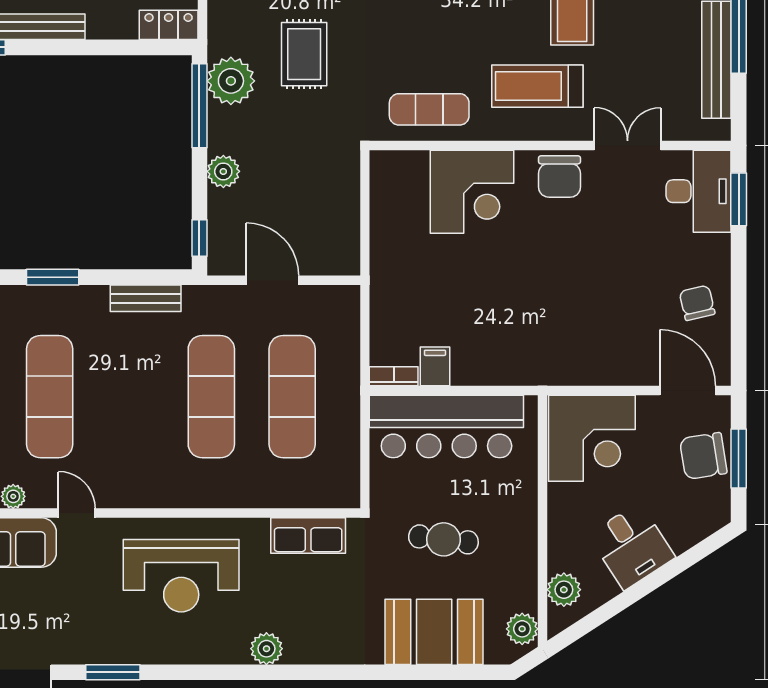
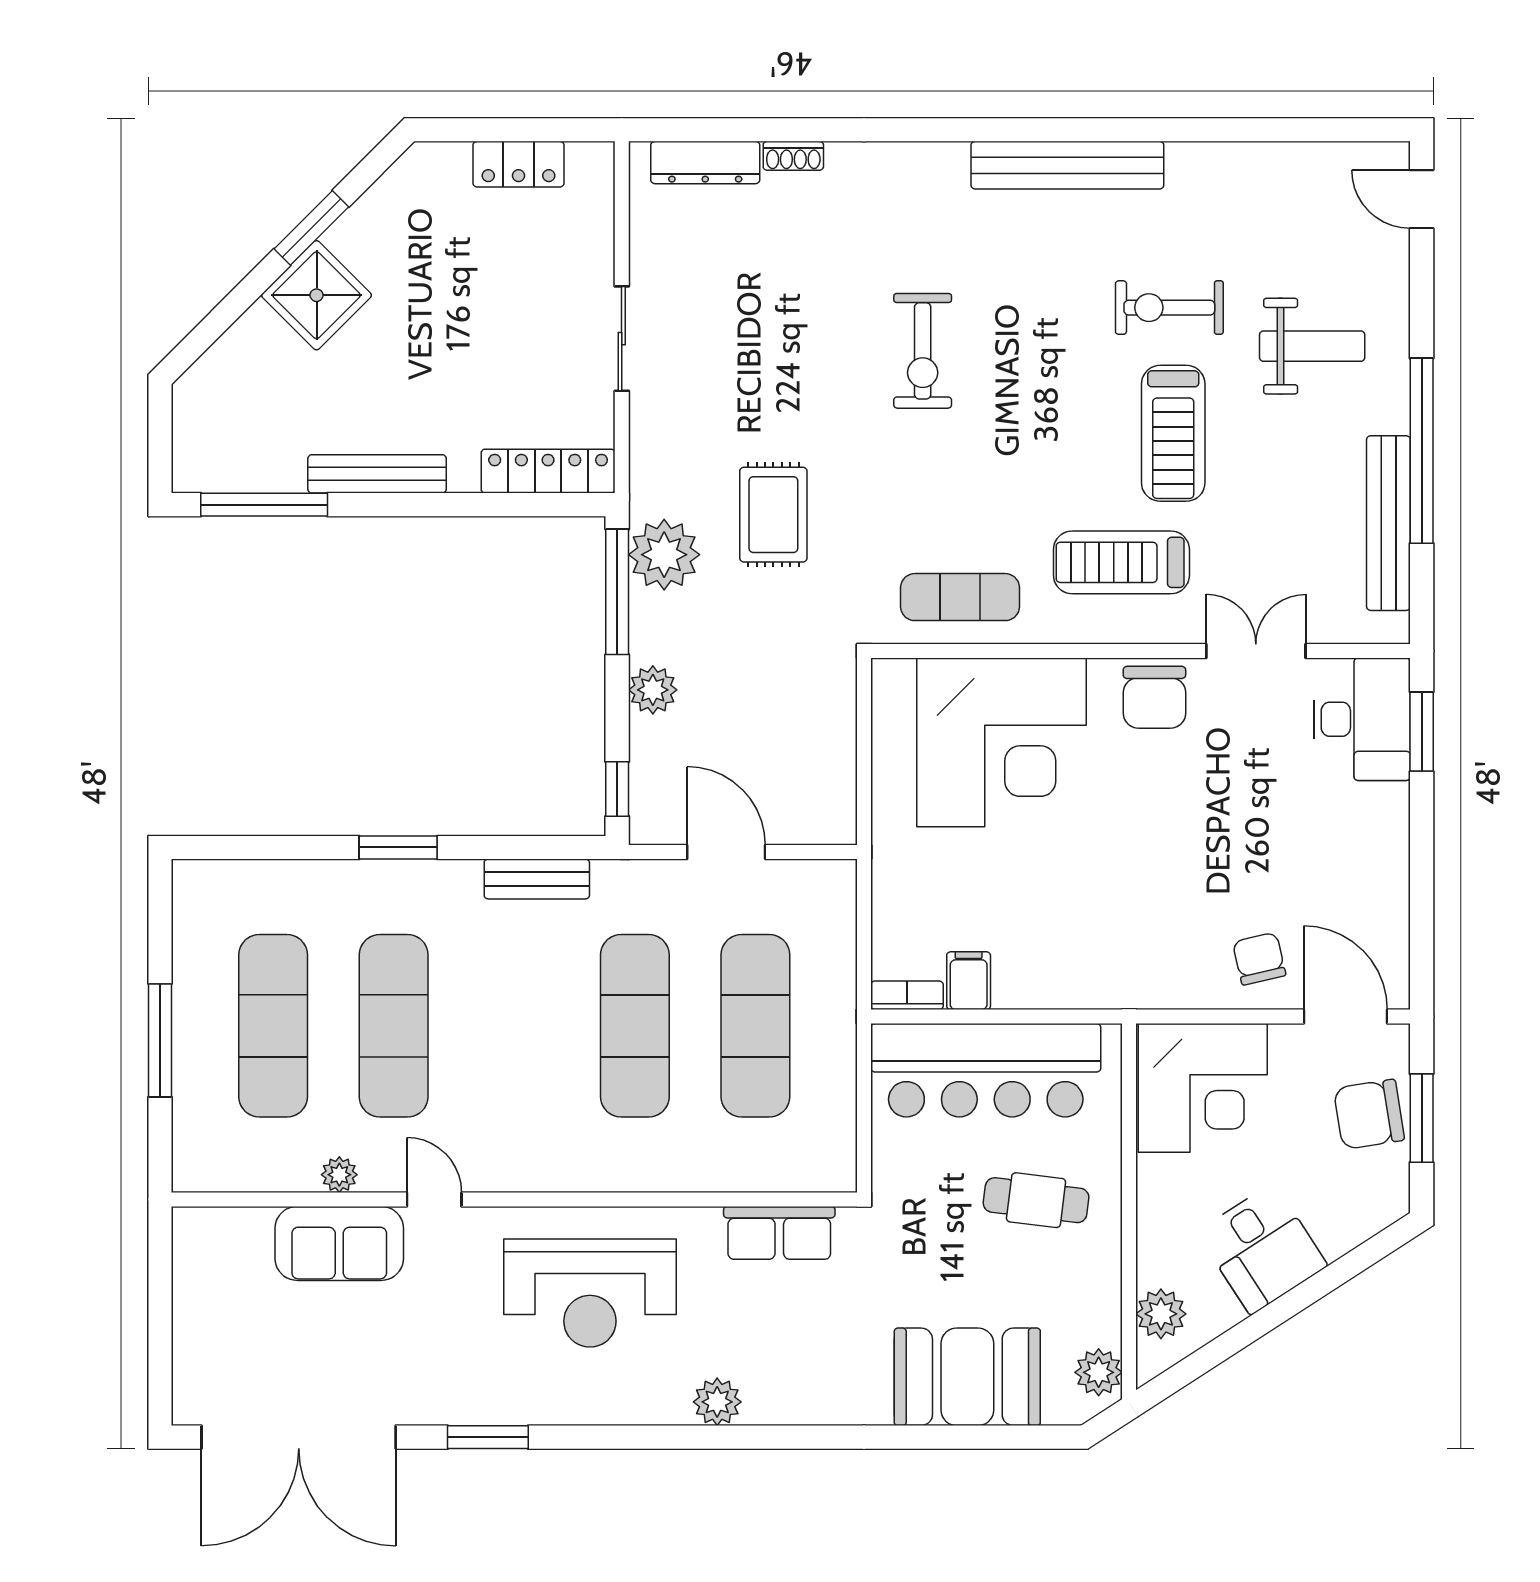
locker: (169, 25) -> (548, 471), width x1.53
corner desk: (472, 192) -> (1001, 742), width x1.36, depth x1.36
chair: (697, 303) -> (1259, 959), moved
cafe table: (443, 539) -> (1036, 1200), moved

